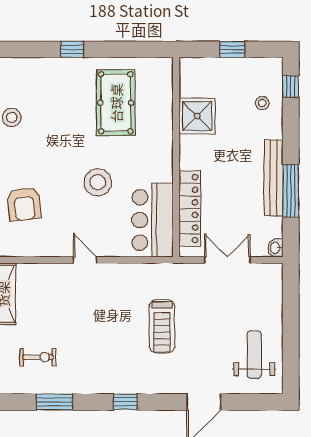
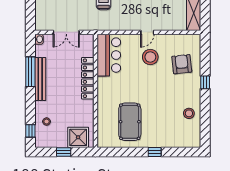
shower: (197, 116) -> (78, 137), moved
stool: (98, 182) -> (150, 57), moved
locker: (190, 209) -> (88, 78), moved
door: (85, 260) -> (147, 32), hinge flipped

